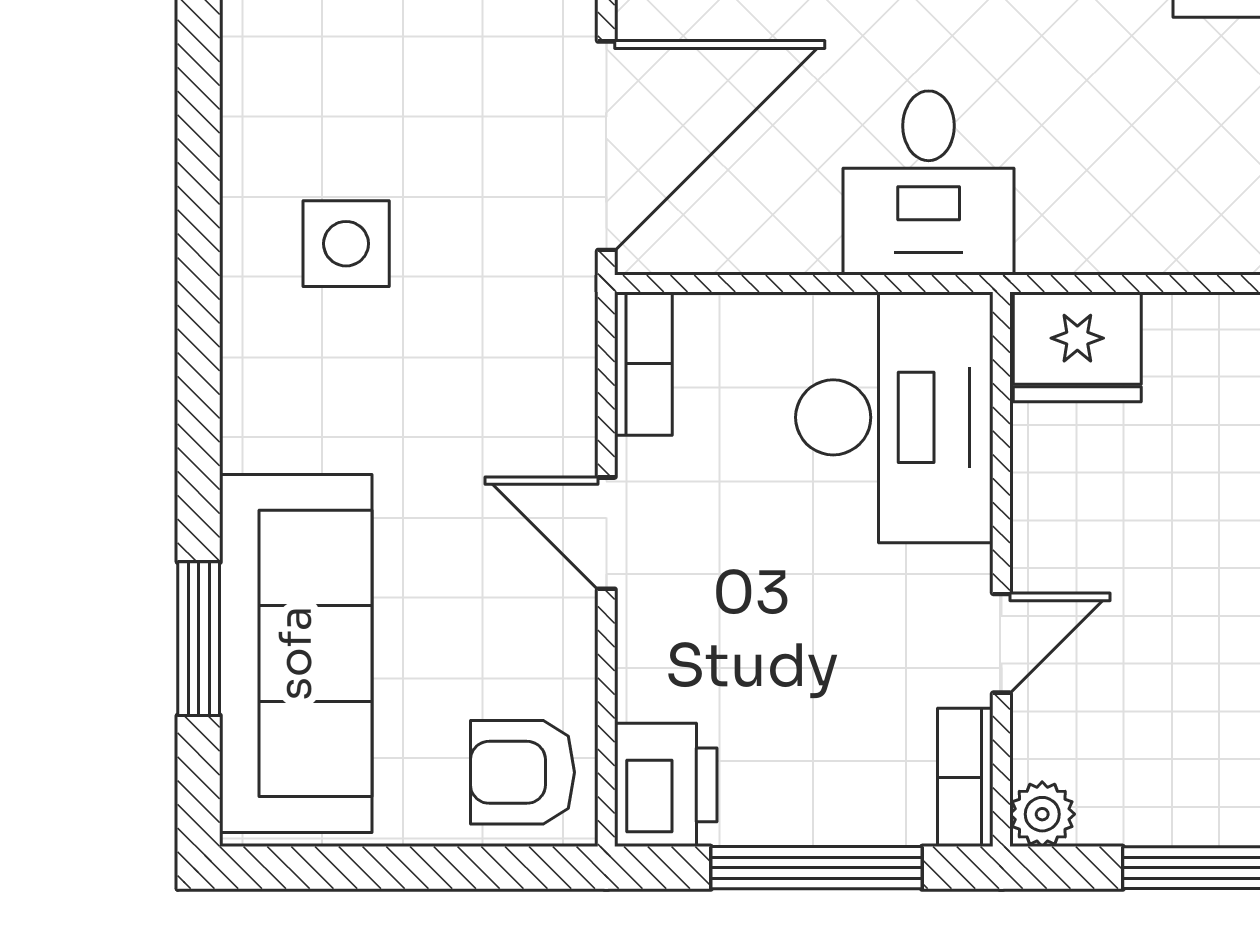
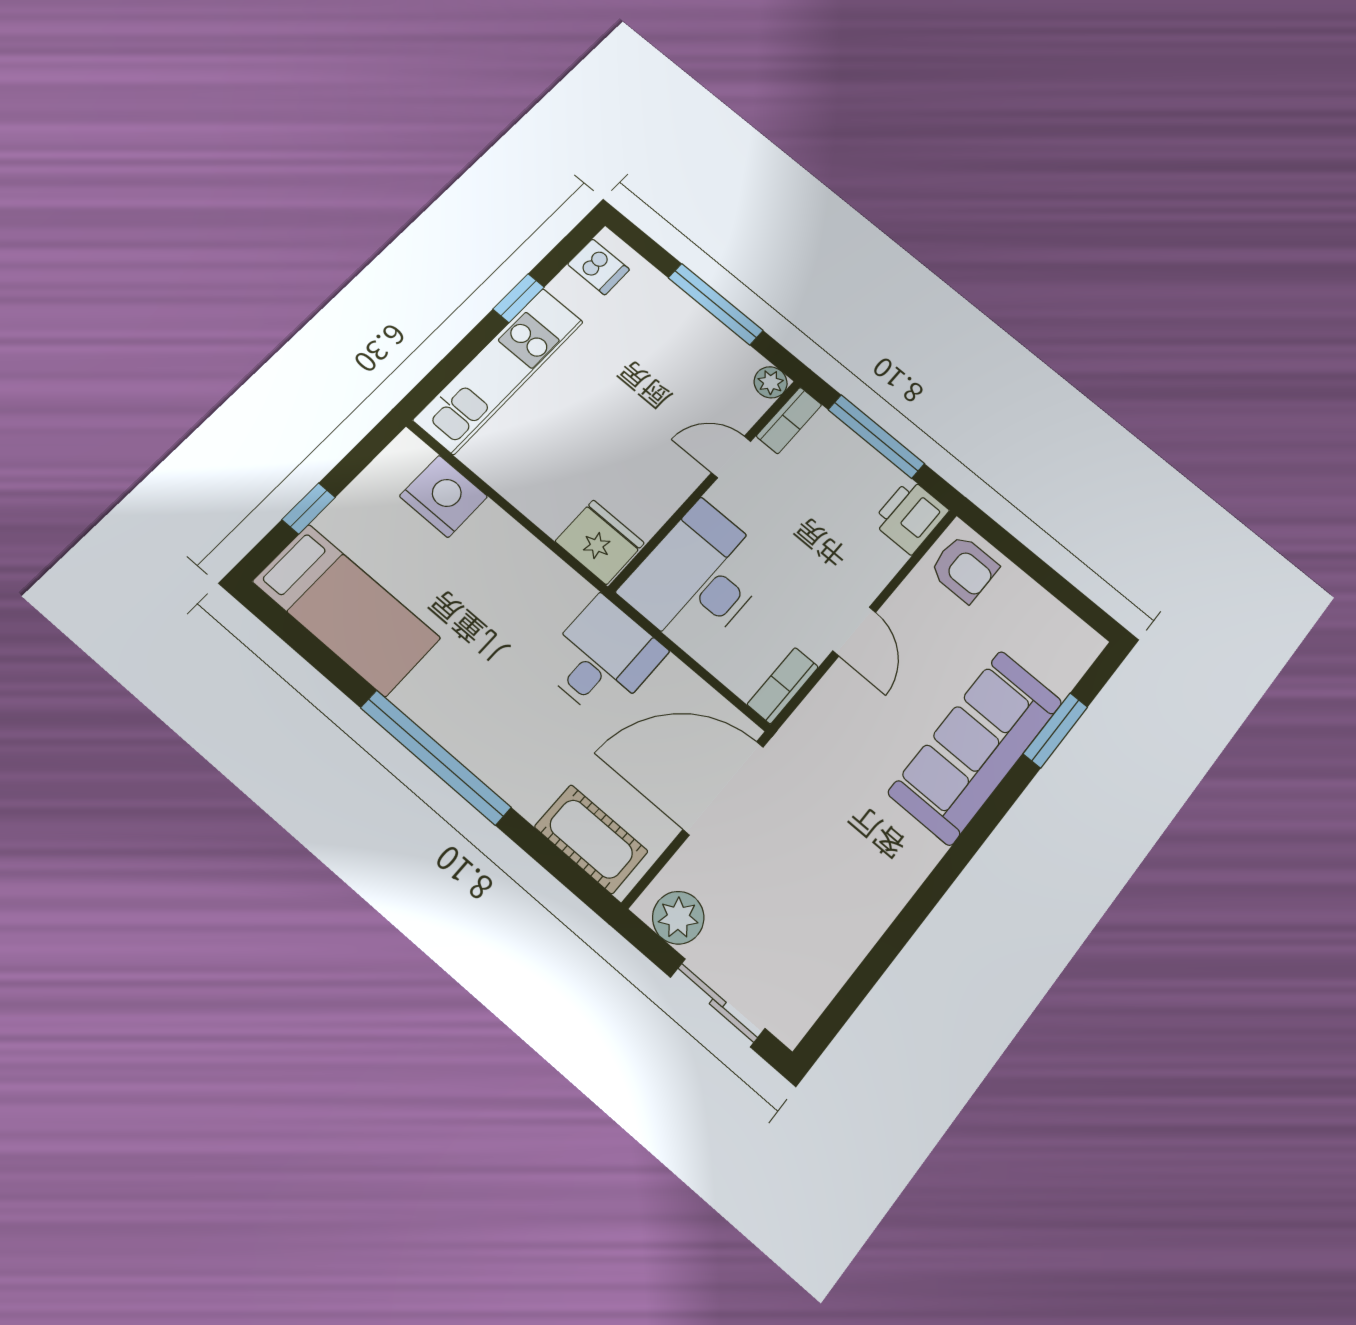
side table: (346, 244) -> (867, 840), removed
sofa: (296, 653) -> (976, 747), moved

